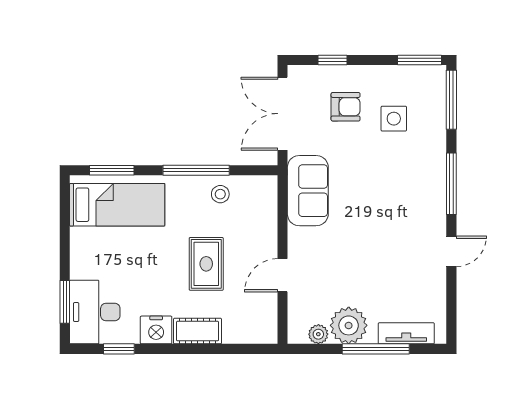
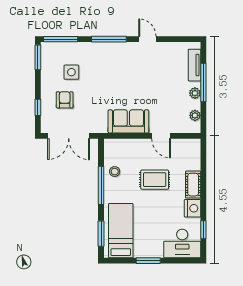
sofa: (308, 191) -> (128, 121), moved
window: (65, 302) -> (148, 261), moved
plant: (349, 325) -> (195, 93), width x0.53, depth x0.53

